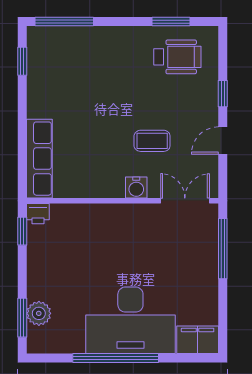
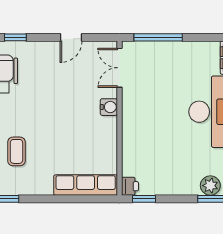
window: (223, 94) -> (15, 37), moved
door: (223, 140) -> (71, 37), hinge flipped
coffee table: (152, 141) -> (16, 151), moved

